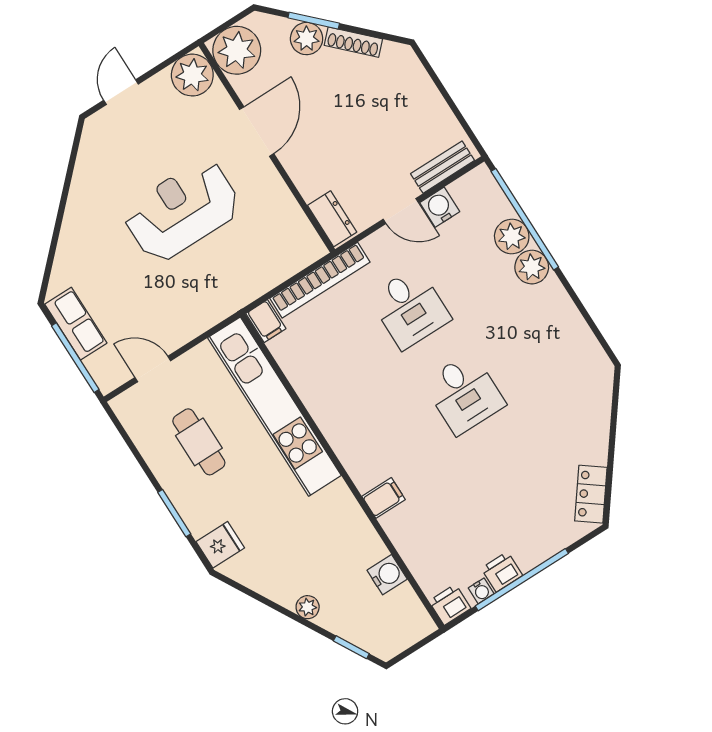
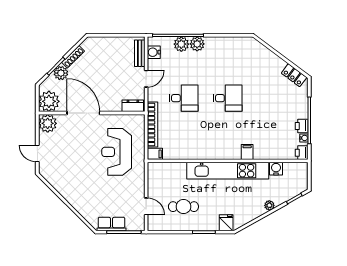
door: (257, 132) -> (83, 113), width x1.36
water cooler: (440, 207) -> (154, 52), moved
reception desk: (182, 210) -> (117, 152), moved
door: (153, 369) -> (146, 206), swing flipped
kitchen unit: (274, 407) -> (228, 171), moved

